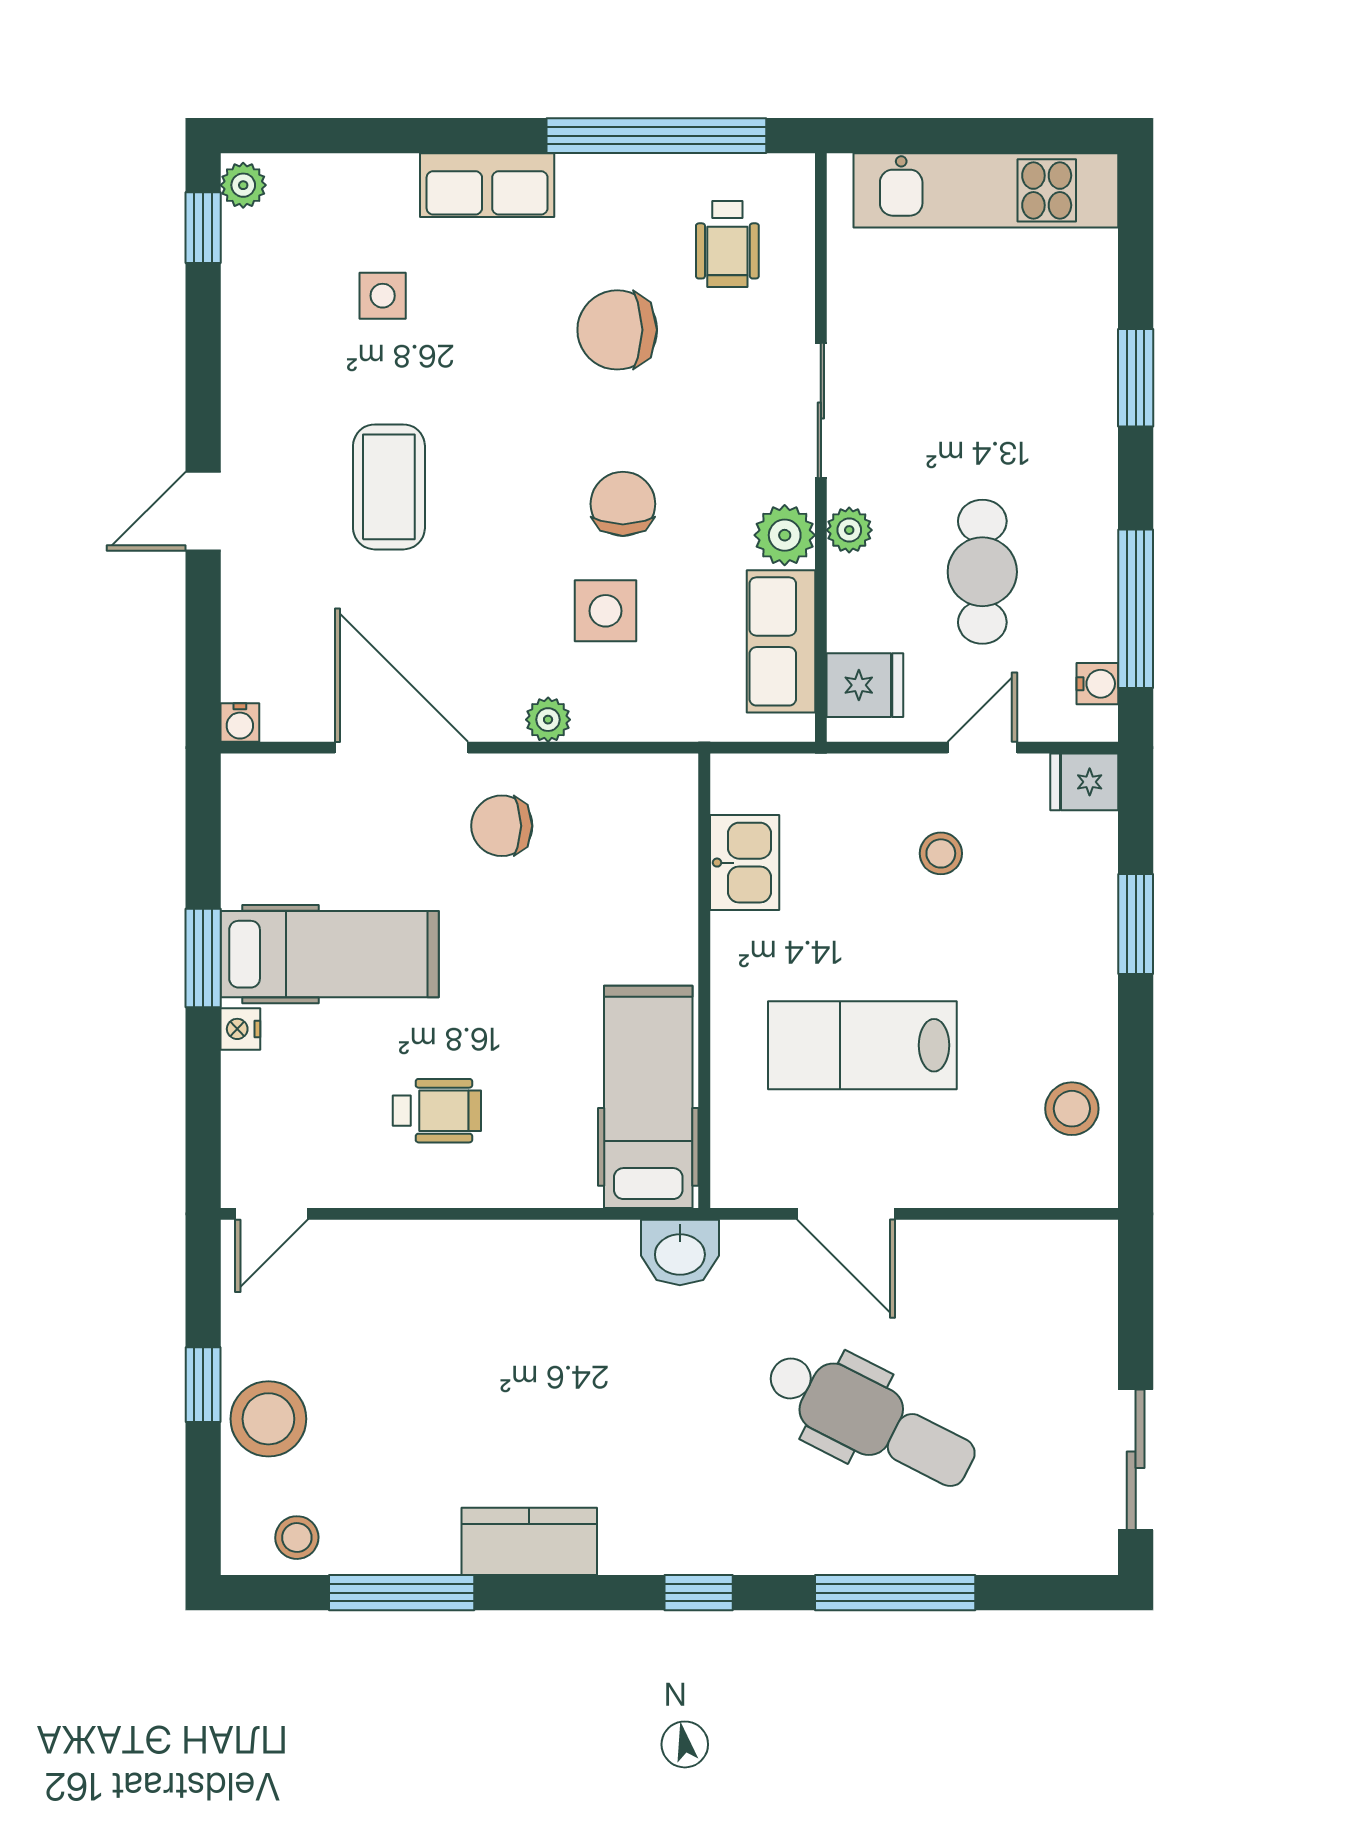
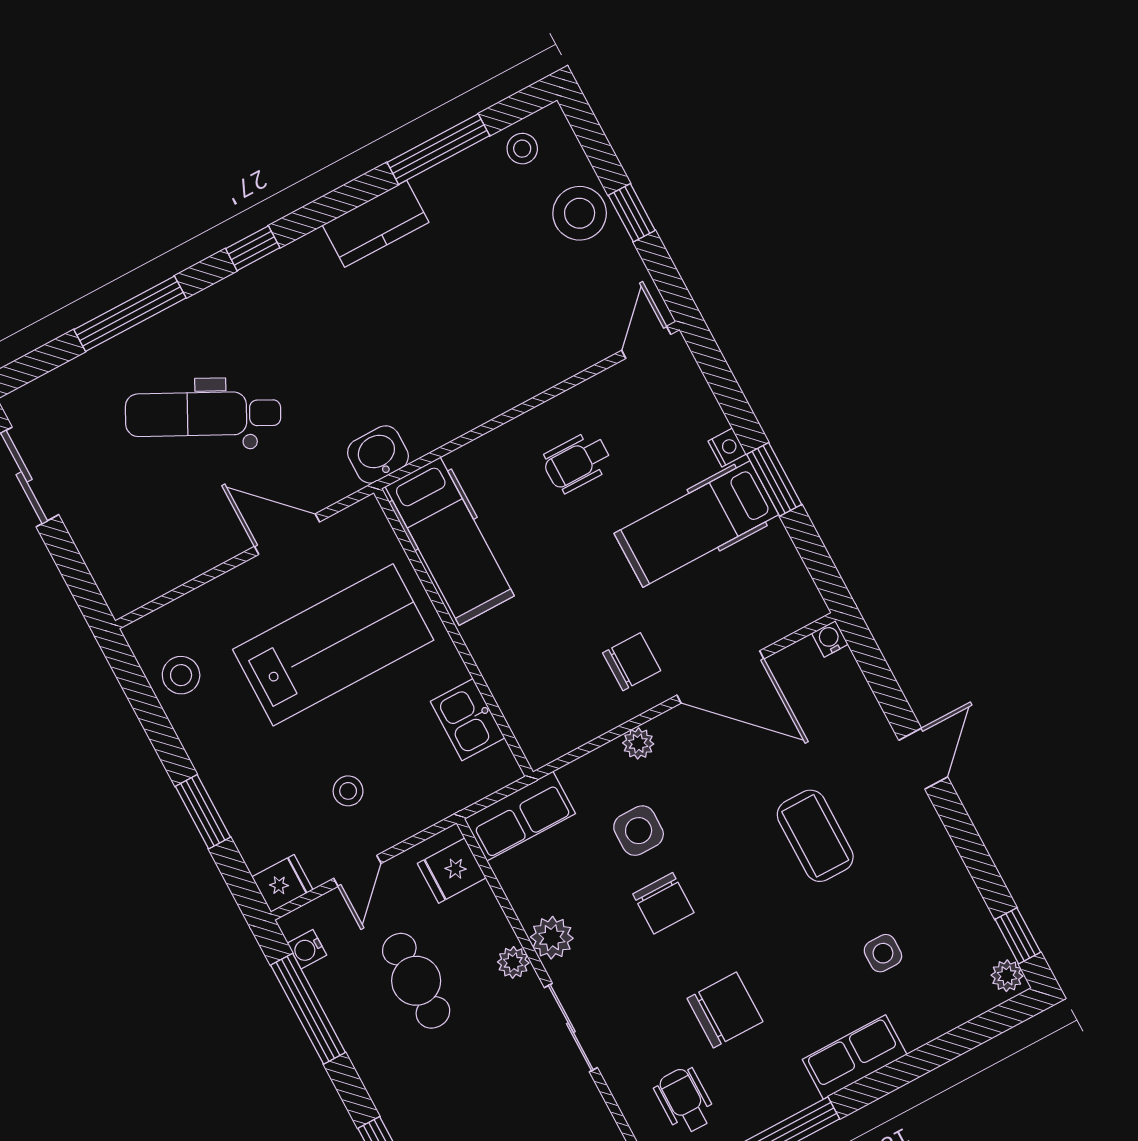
row of seats: (781, 641) -> (520, 816), moved, turned 90
lab bench: (862, 1045) -> (333, 645), width x1.36, depth x1.39

